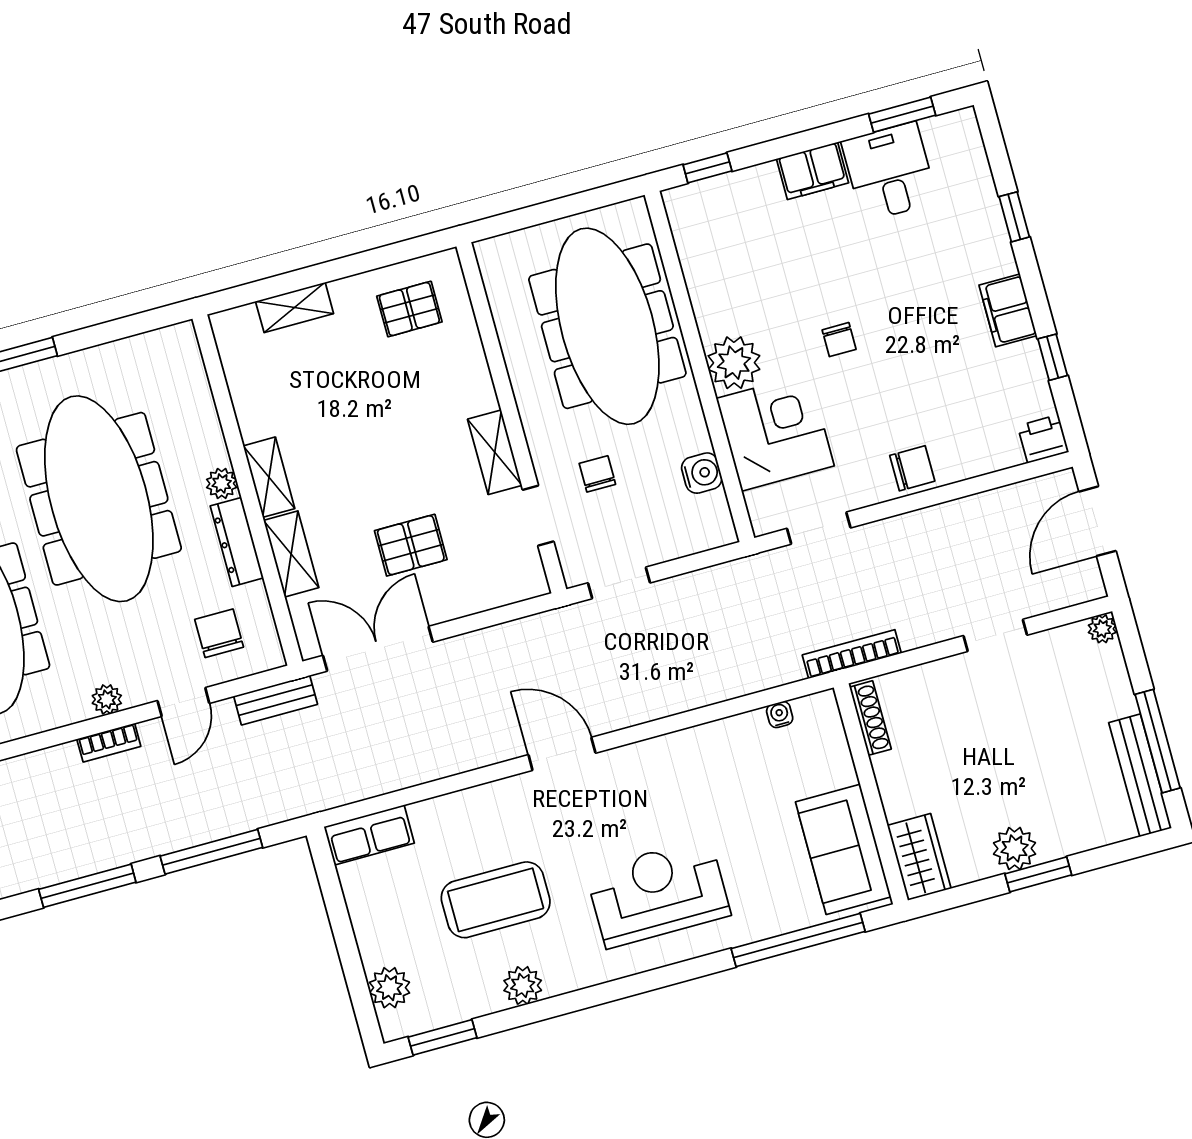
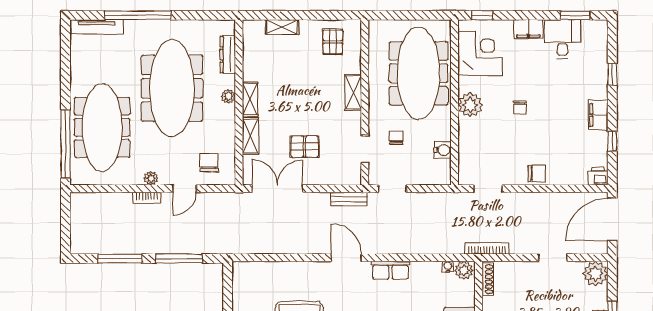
pallet: (409, 309) -> (333, 42), turned 90
corner desk: (775, 432) -> (480, 53), moved
shelving: (495, 452) -> (353, 92), moved
door: (1097, 521) -> (612, 219), width x1.36
dresser: (237, 542) -> (228, 55), moved
plant: (1102, 629) -> (596, 274), width x1.88, depth x1.88
bench: (276, 700) -> (349, 199), moved
plant: (816, 713) -> (464, 270), added
row of seats: (369, 835) -> (390, 270), moved

